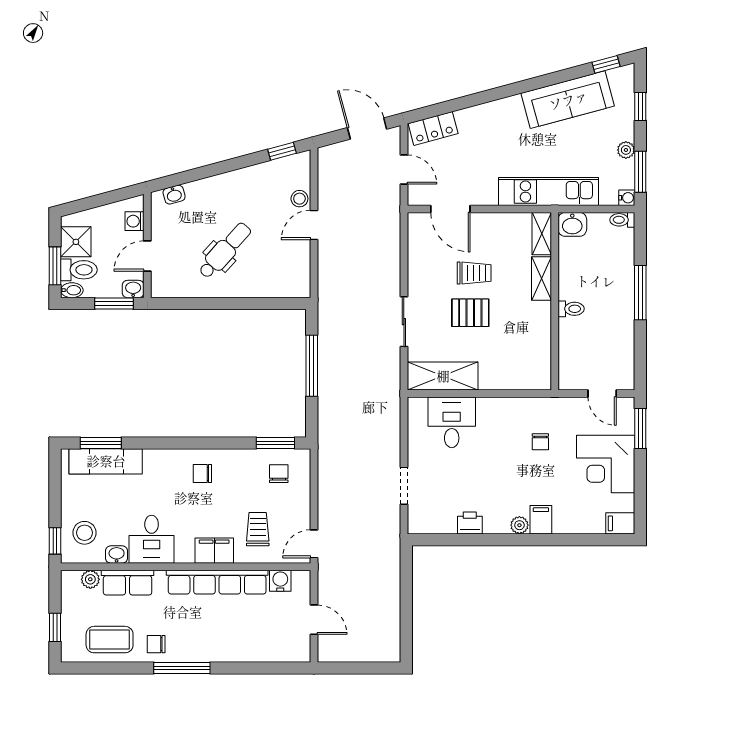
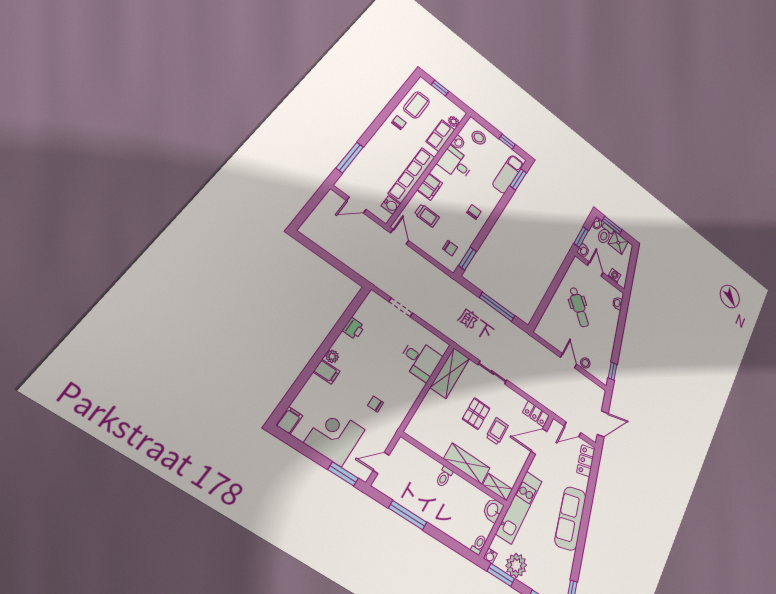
sofa: (568, 100) -> (570, 518), moved
plant: (626, 150) -> (516, 565), width x1.88, depth x1.88
locker: (418, 233) -> (536, 414), added
trolley: (474, 273) -> (497, 431), turned 180
shelving: (541, 279) -> (467, 463), width x1.50, depth x1.33
window: (640, 293) -> (408, 515), moved
window: (55, 541) -> (507, 142), moved
window: (182, 668) -> (350, 158), moved

